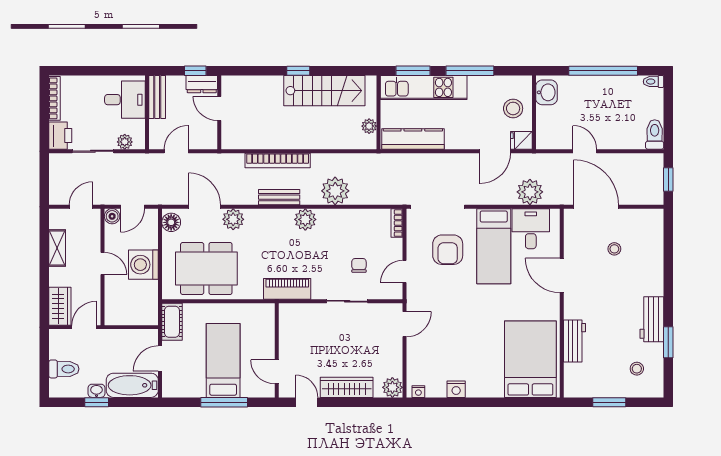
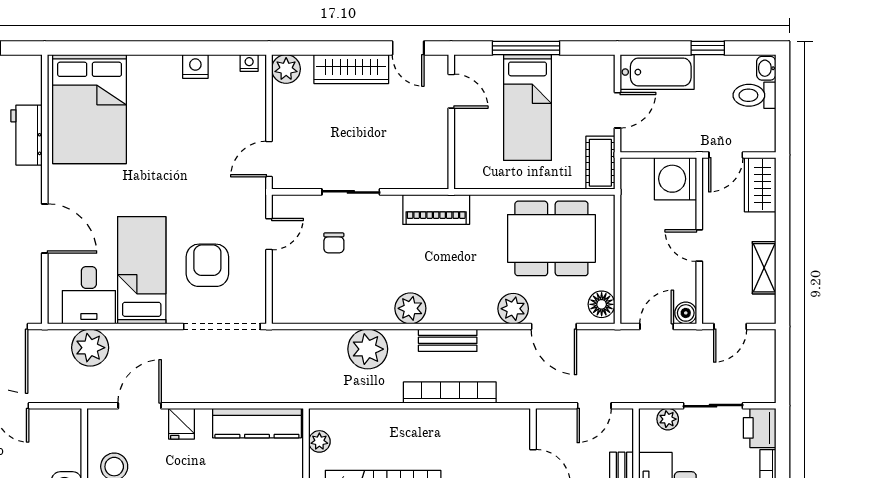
fridge: (521, 140) -> (182, 424), moved, turned 90
bookcase: (397, 223) -> (280, 303), removed
washing machine: (143, 265) -> (676, 179), moved, turned 180
washbasin: (96, 391) -> (766, 68), moved, turned 90

